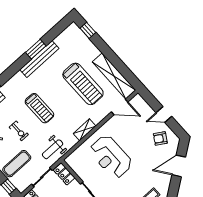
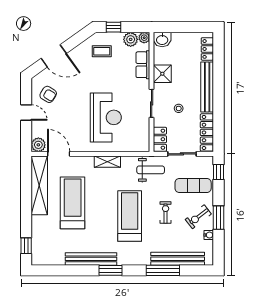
window: (36, 49) -> (111, 270), moved
plant: (138, 101) -> (38, 145), added
treadmill: (39, 108) -> (130, 216), width x1.37, depth x1.38

